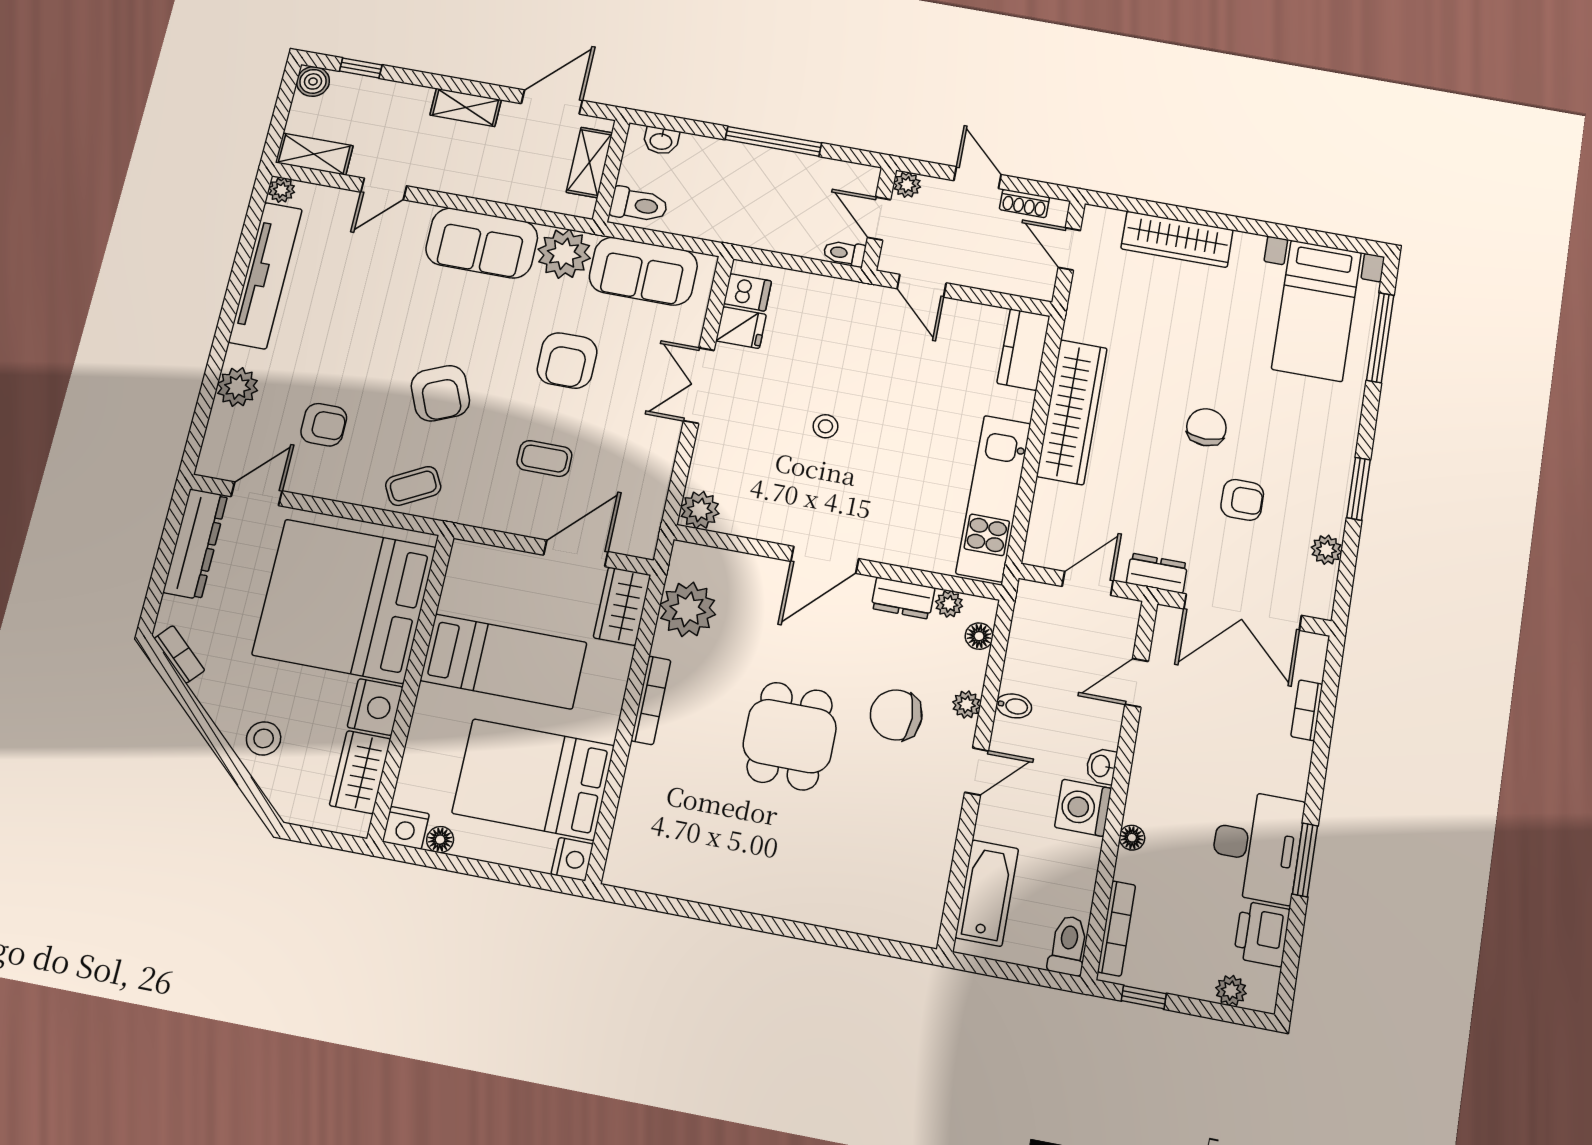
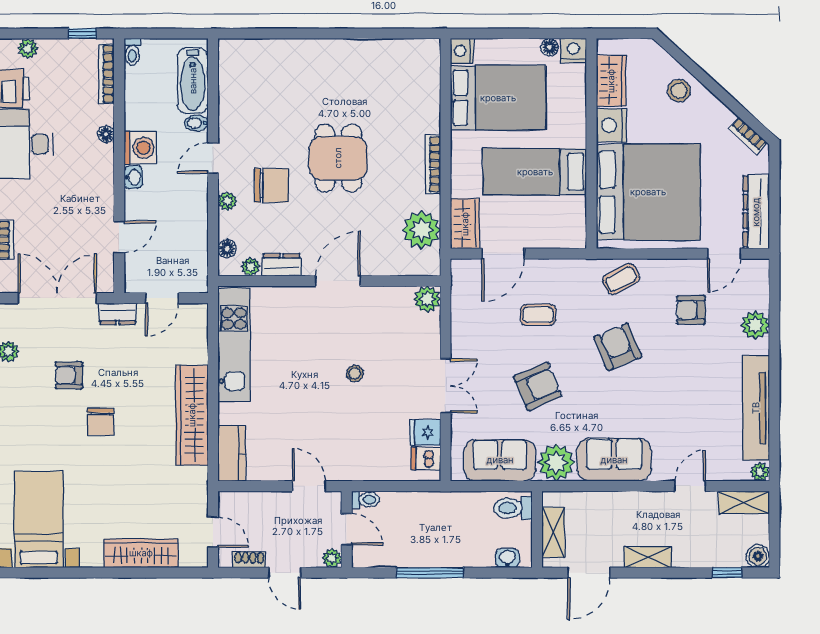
armchair: (567, 361) -> (538, 386), turned 67
bidet: (1014, 706) -> (196, 123), moved
toilet: (1068, 945) -> (132, 52), width x0.73, depth x0.72

